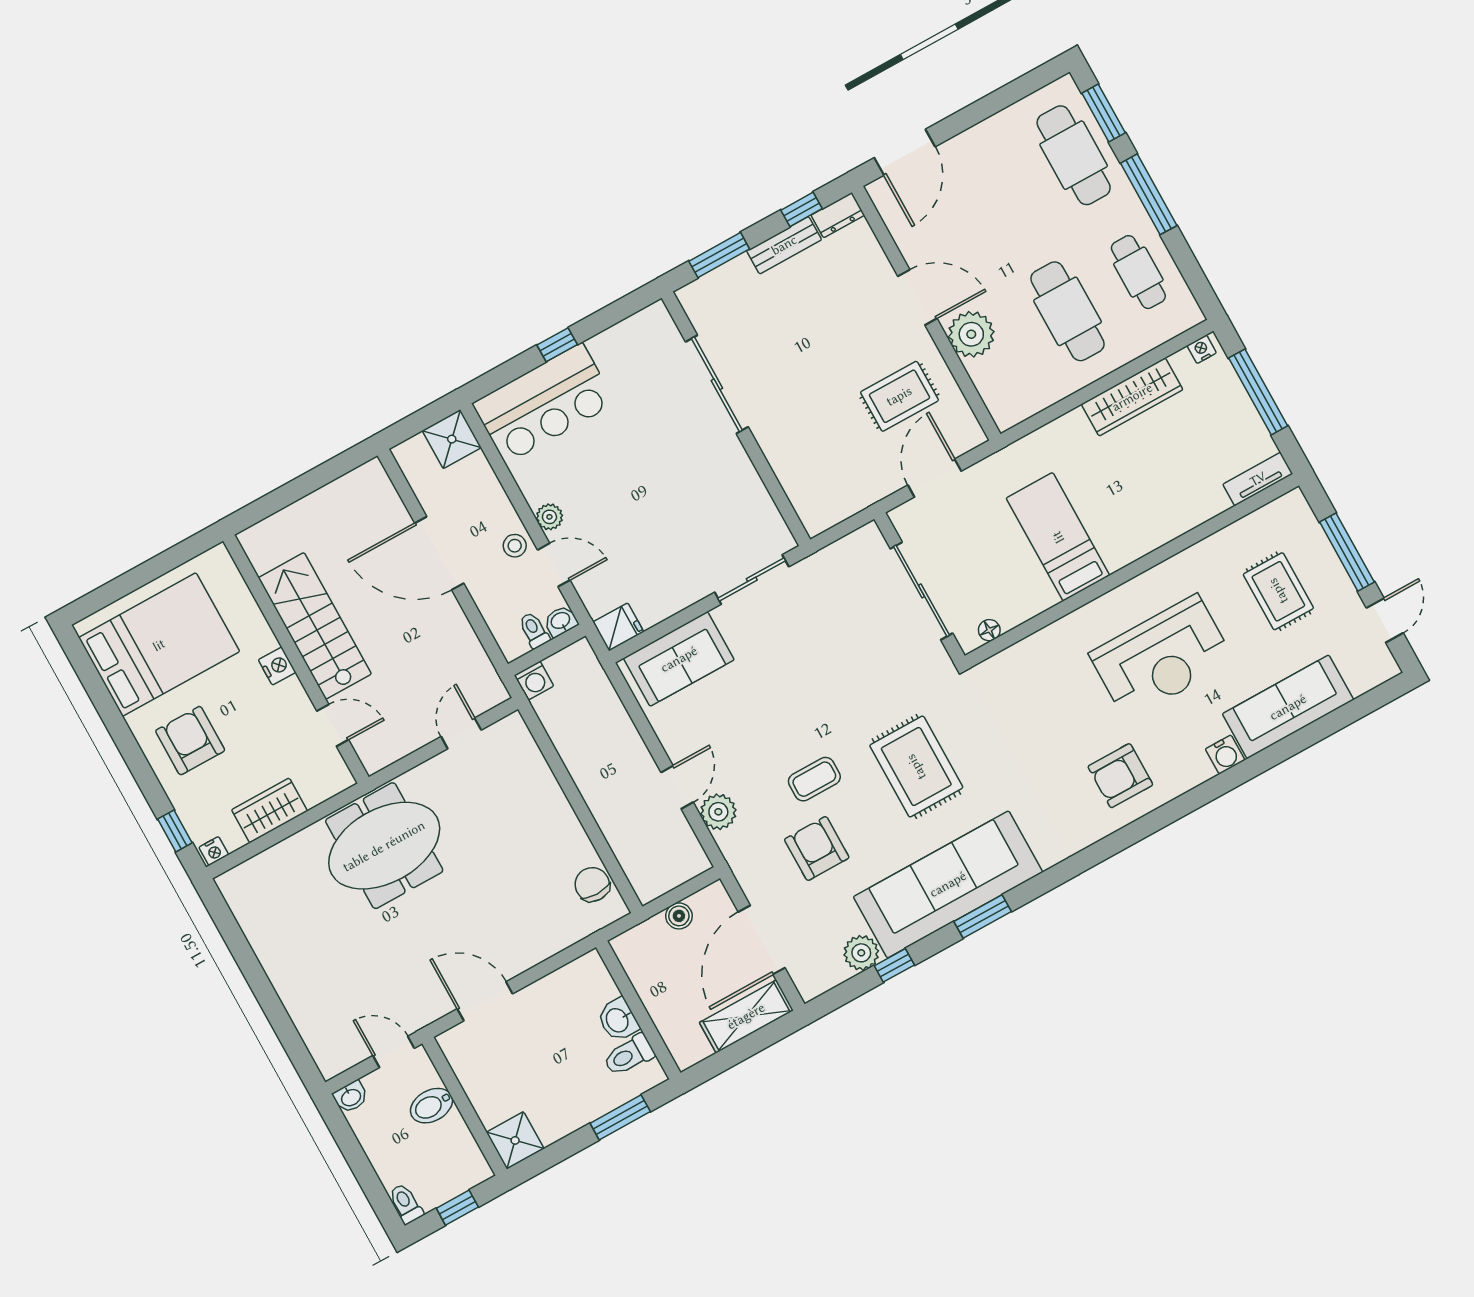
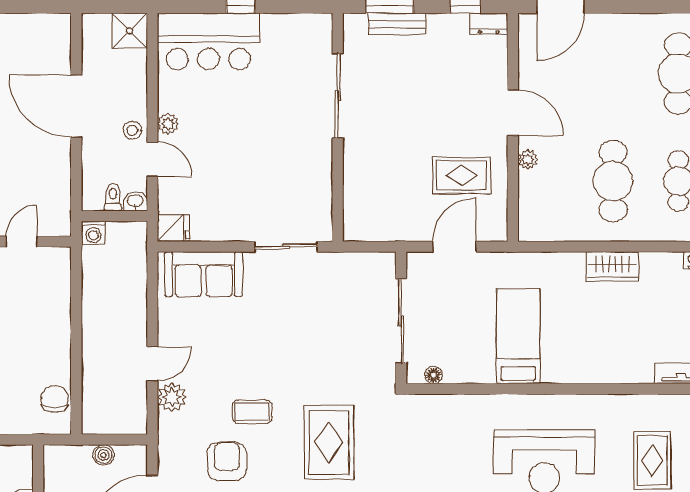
bench: (784, 245) -> (397, 24), moved
plant: (971, 334) -> (528, 160), width x0.53, depth x0.53
wardrobe: (1132, 397) -> (612, 267), width x0.67

